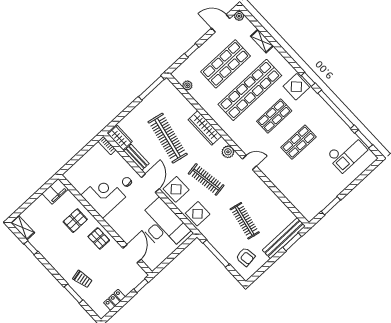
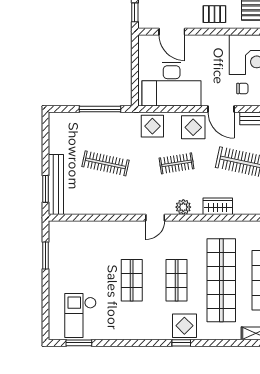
window: (336, 109) -> (130, 343), removed
wardrobe: (205, 128) -> (218, 206), width x0.67
clothes rail: (206, 179) -> (177, 163), width x0.73
armchair: (245, 257) -> (72, 133), removed

